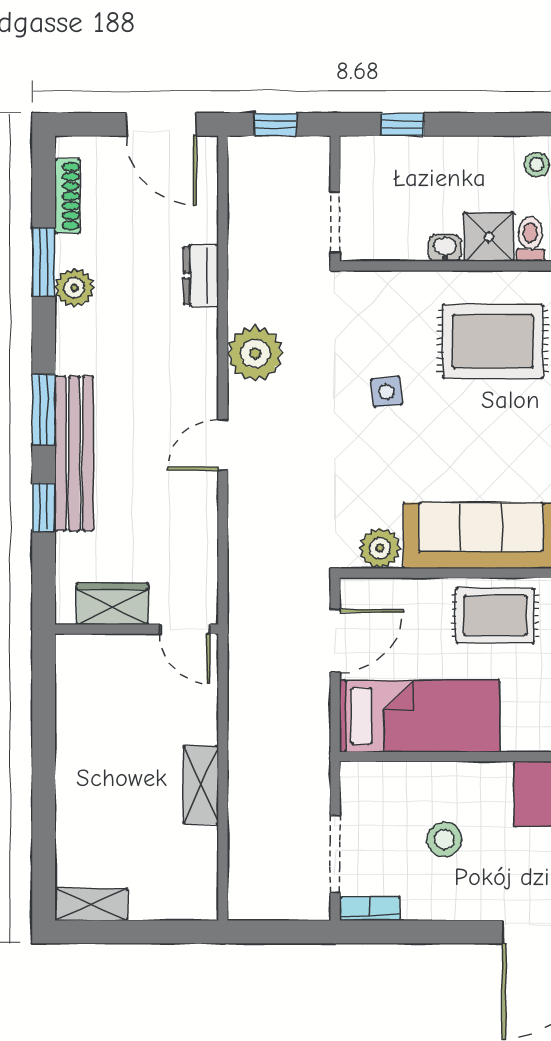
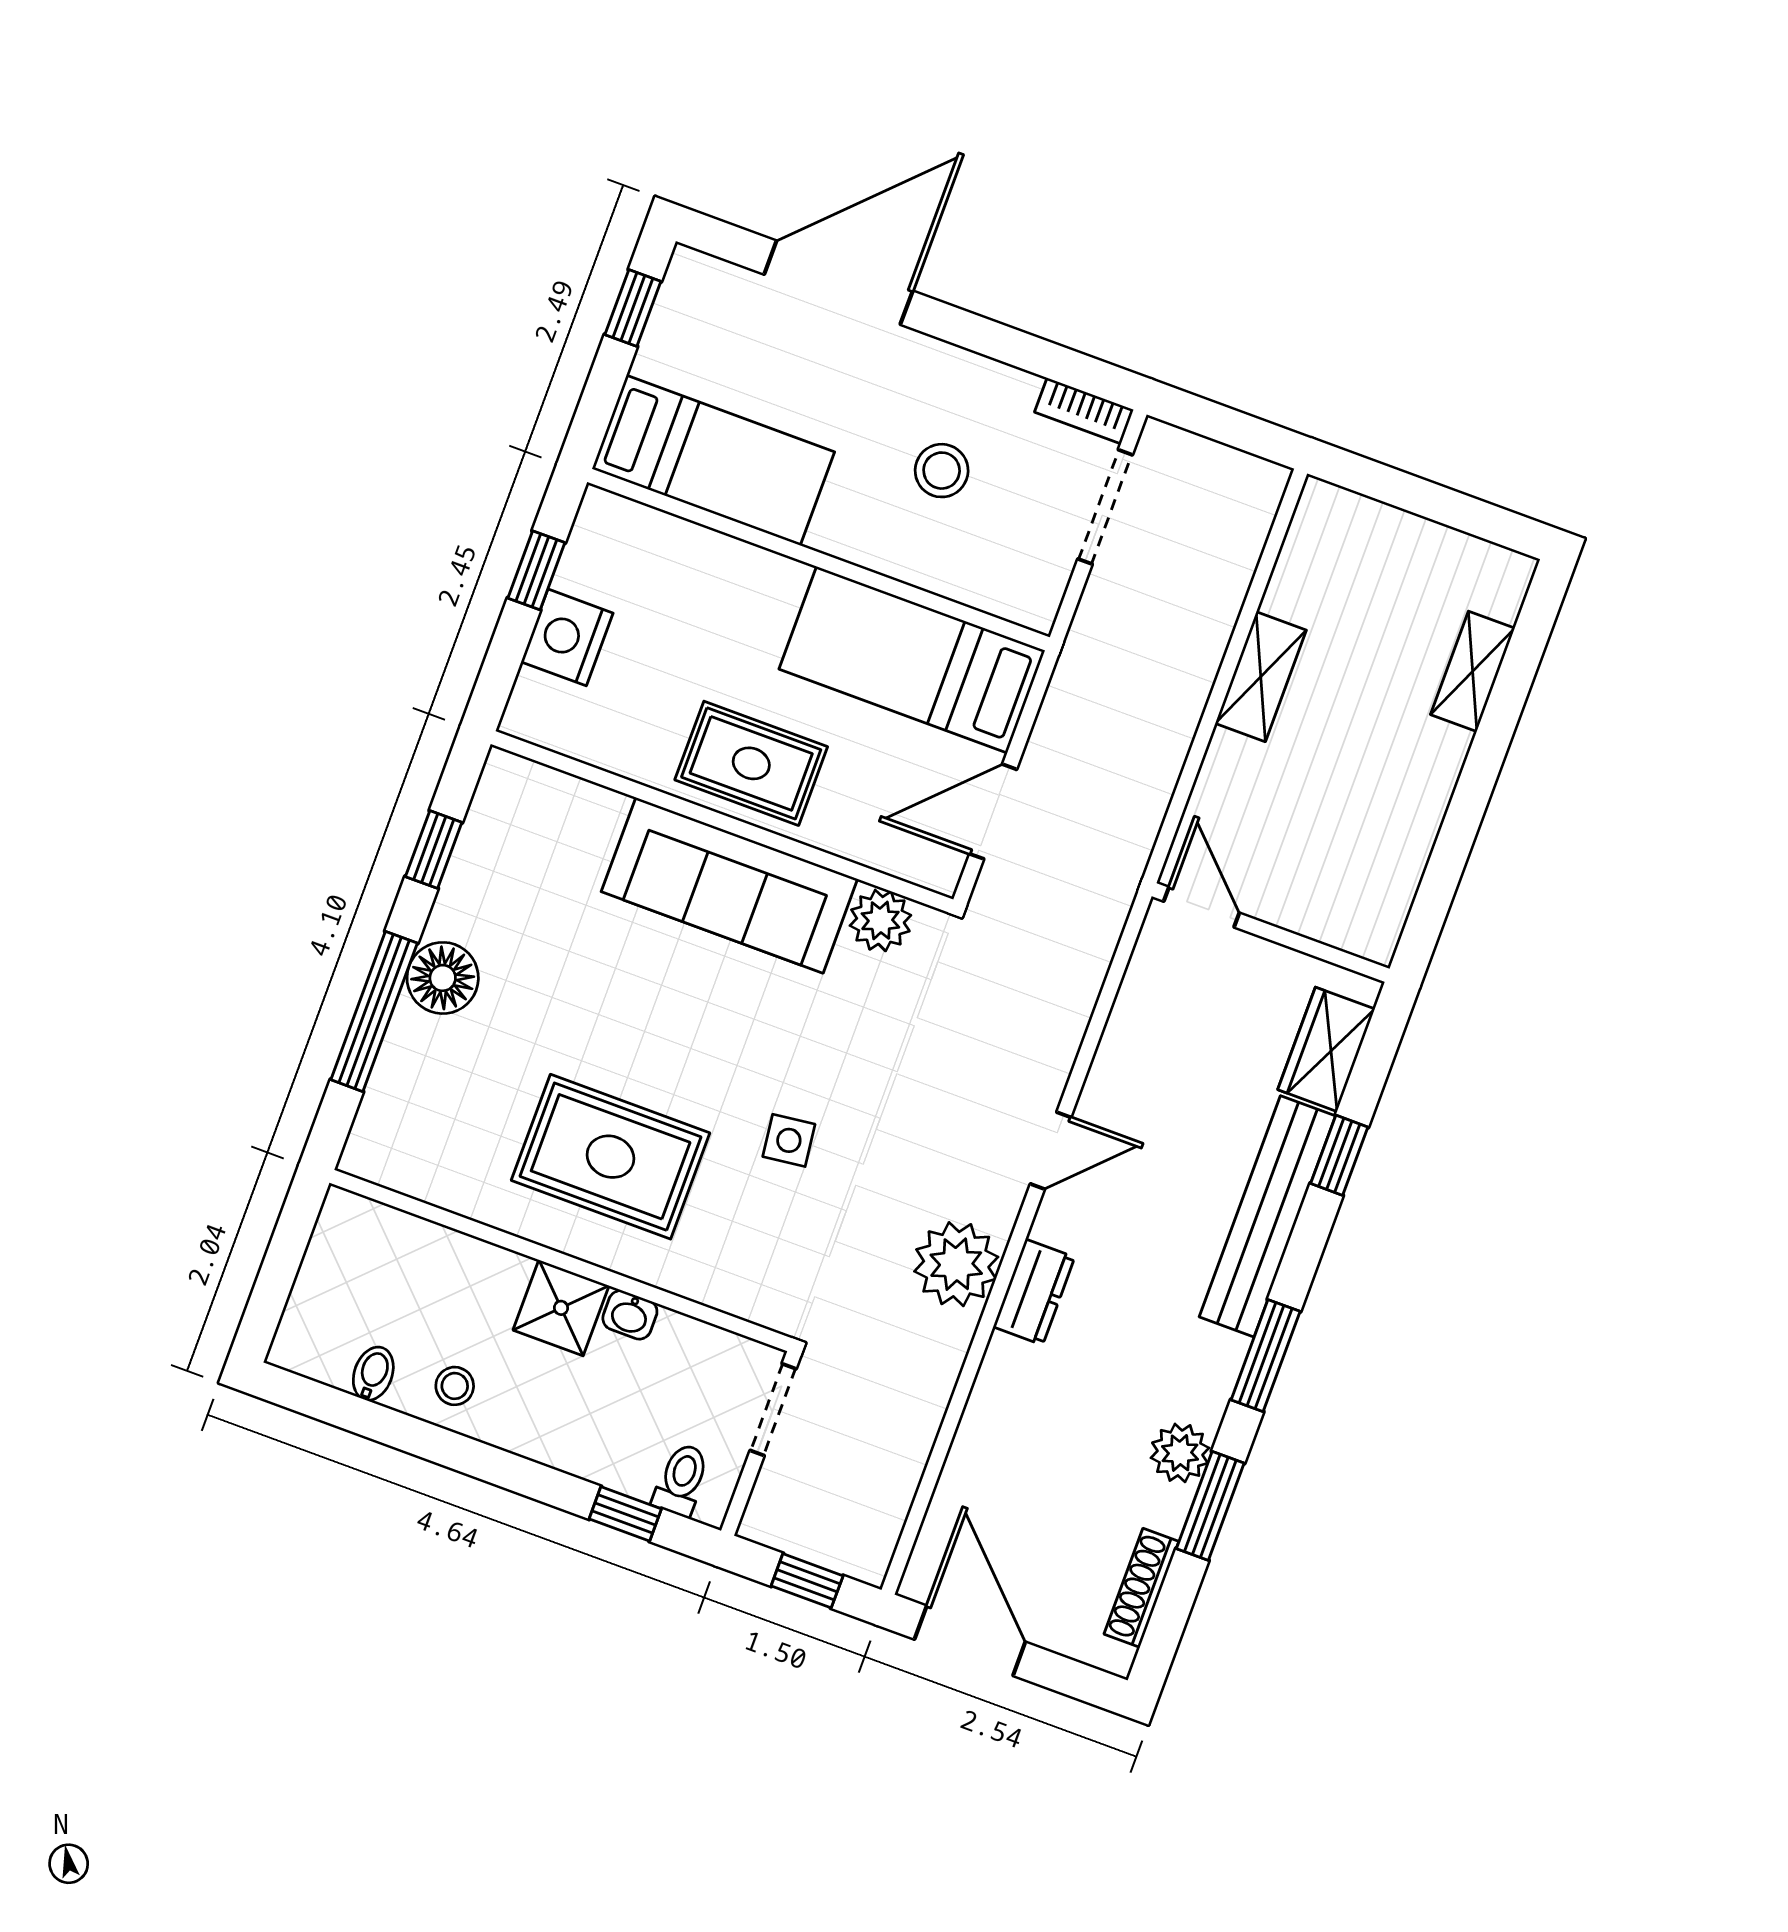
toilet: (530, 239) -> (681, 1480), moved, turned 180
dresser: (201, 275) -> (1034, 1292), moved
window: (44, 410) -> (1266, 1356), moved
wardrobe: (112, 604) -> (1326, 1049), moved, turned 90
shelving: (91, 904) -> (1473, 671), moved, turned 90

